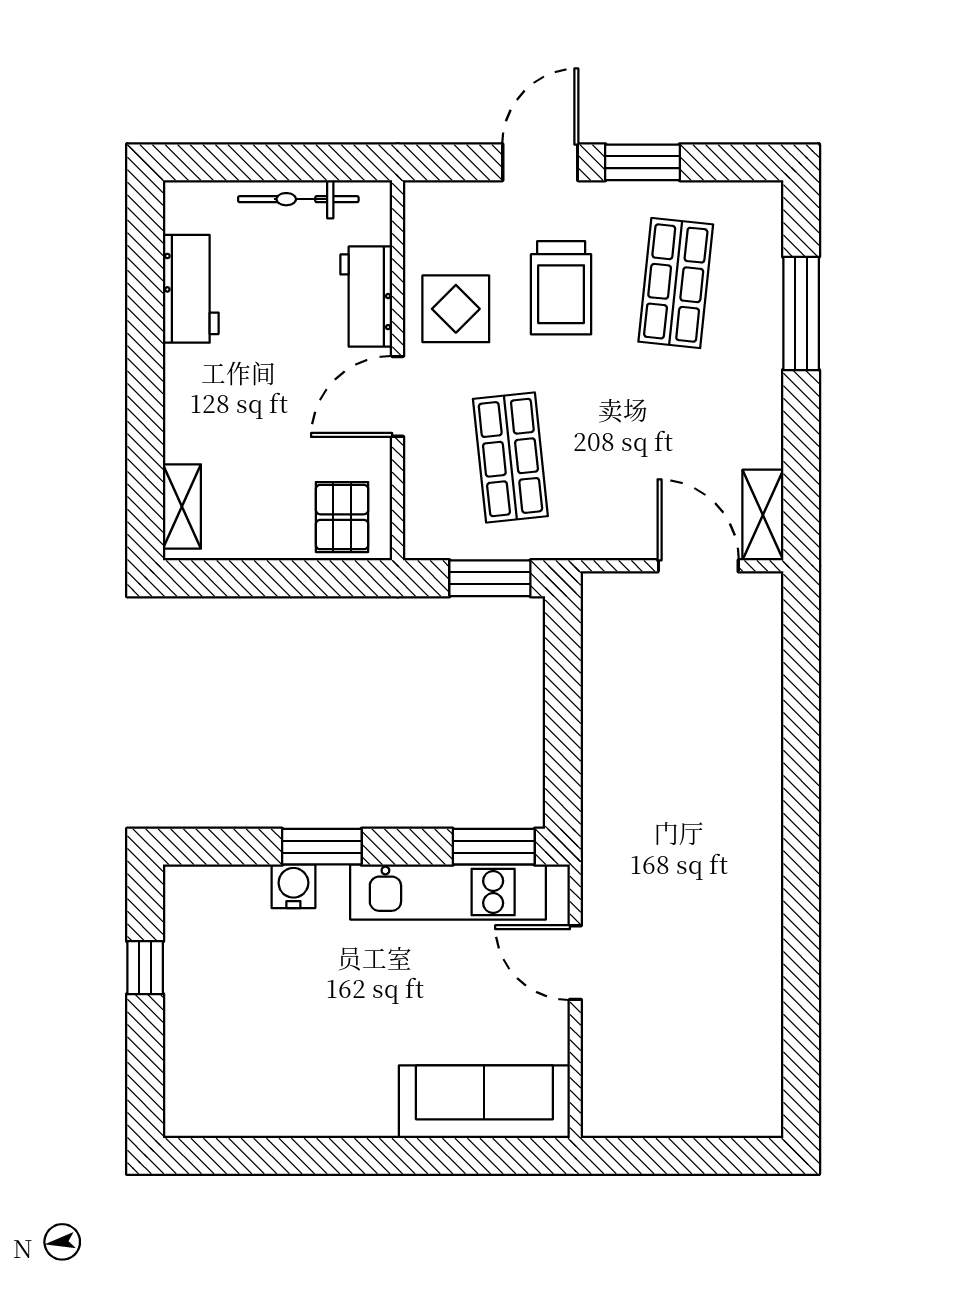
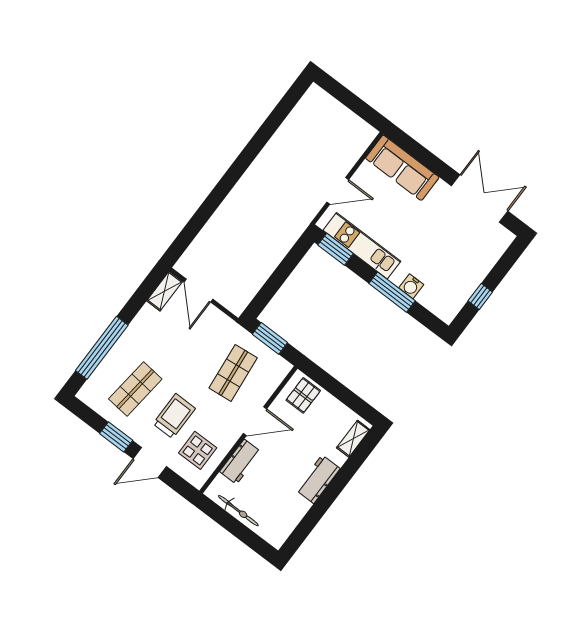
workbench: (191, 289) -> (318, 479), moved
display table: (456, 309) -> (198, 450), moved
window: (801, 313) -> (102, 348), width x1.46
window: (322, 847) -> (392, 292), width x1.44
door: (575, 963) -> (338, 191), hinge flipped
double door: (290, 1156) -> (480, 198), added

